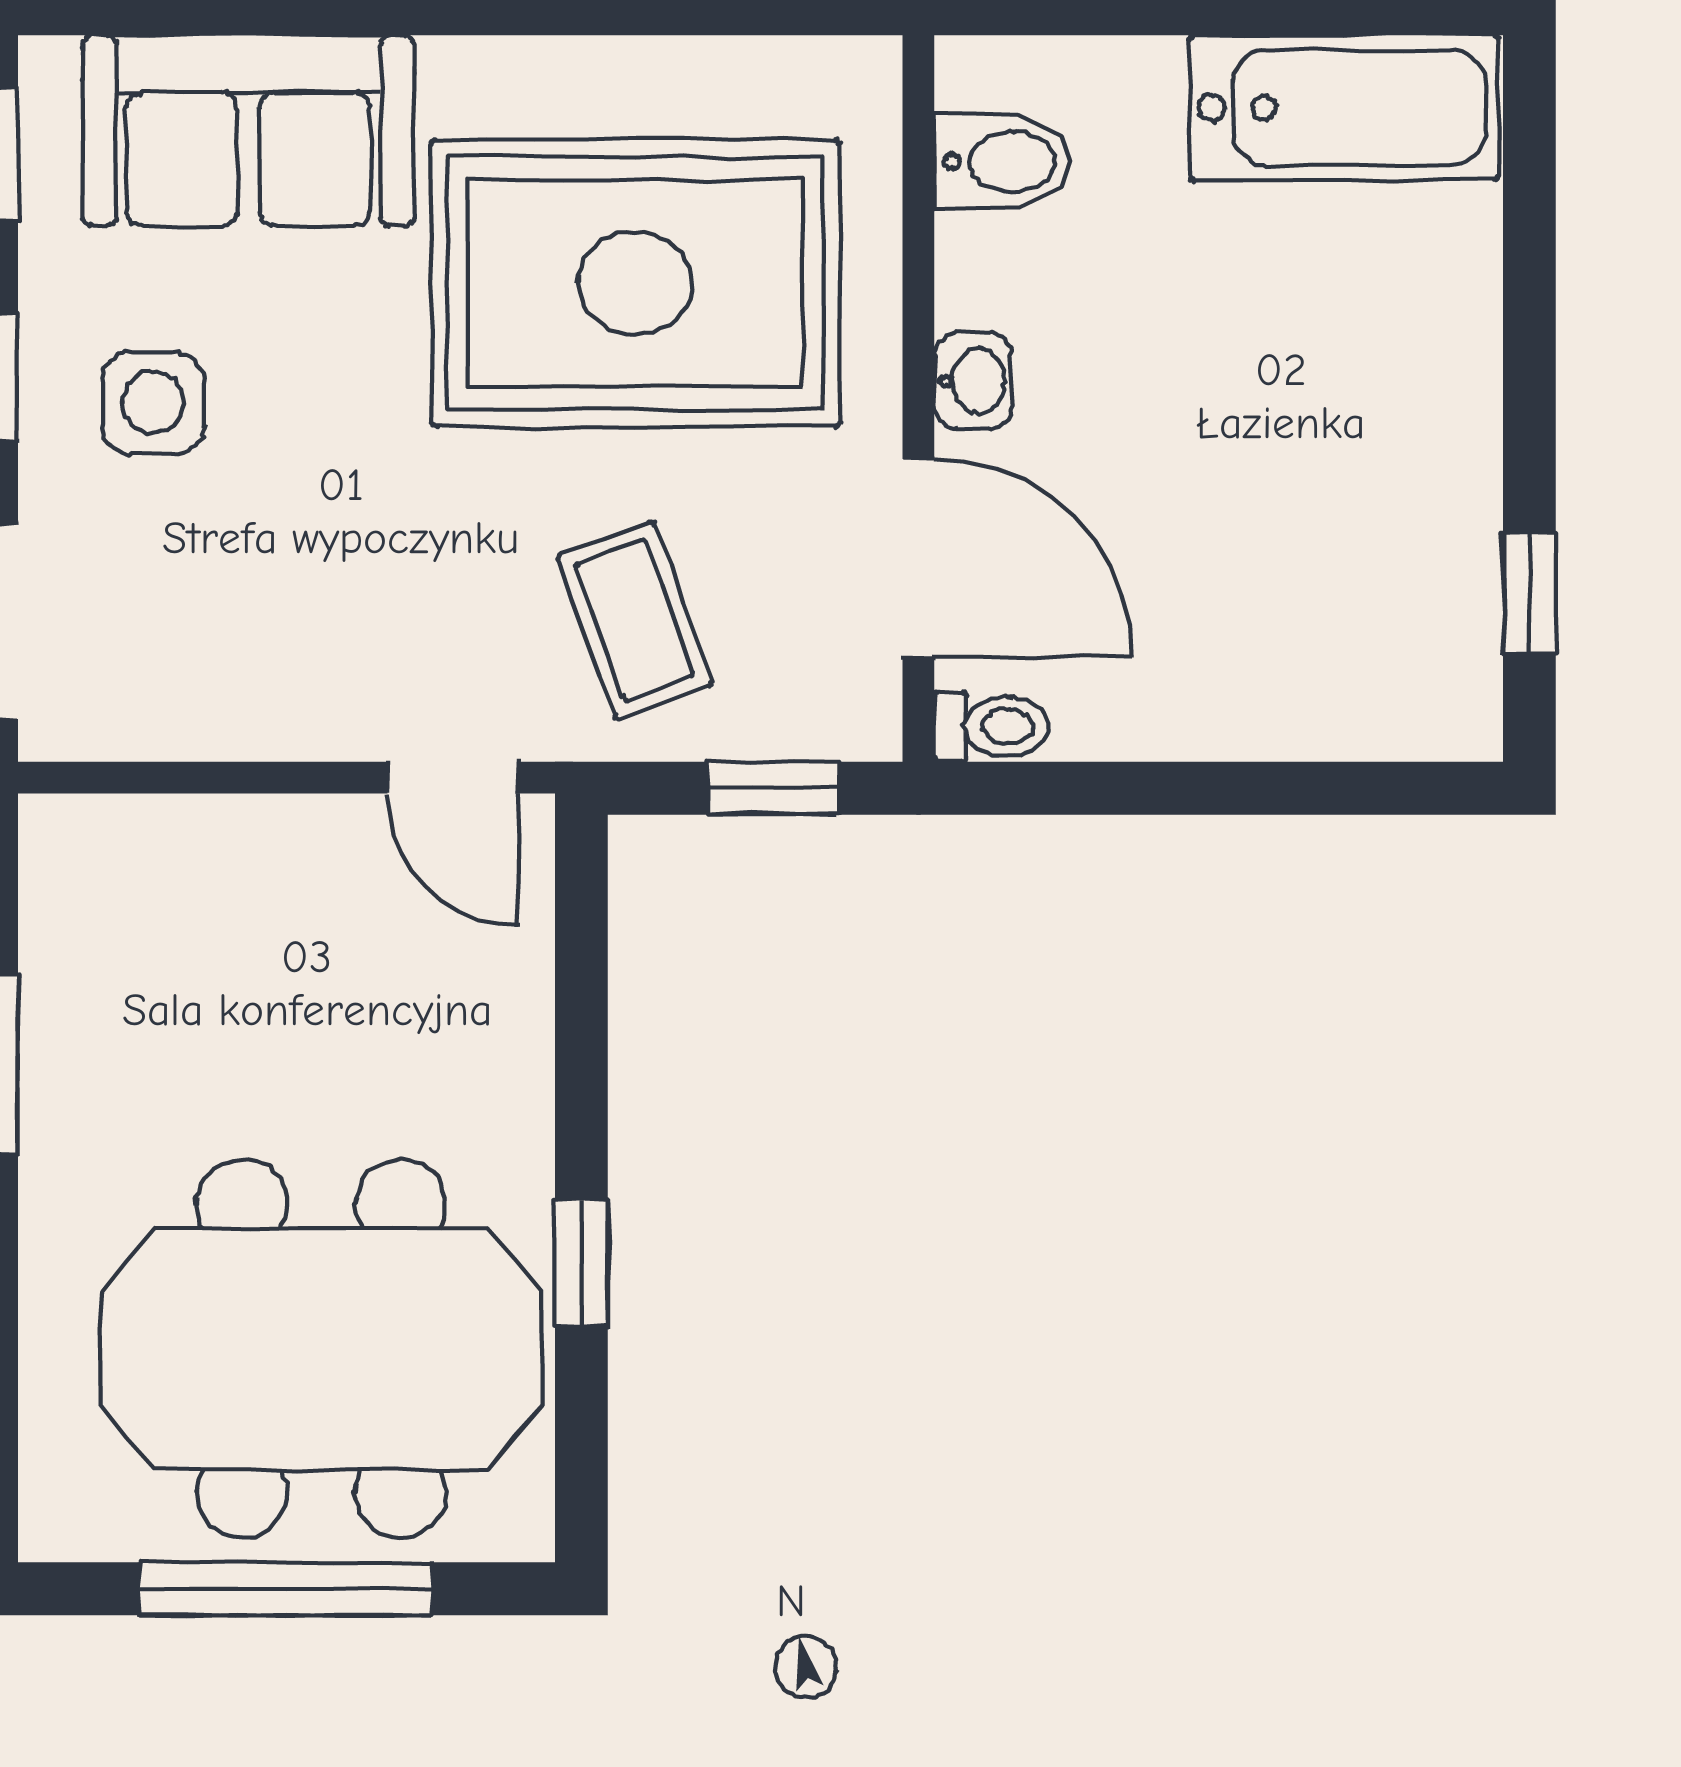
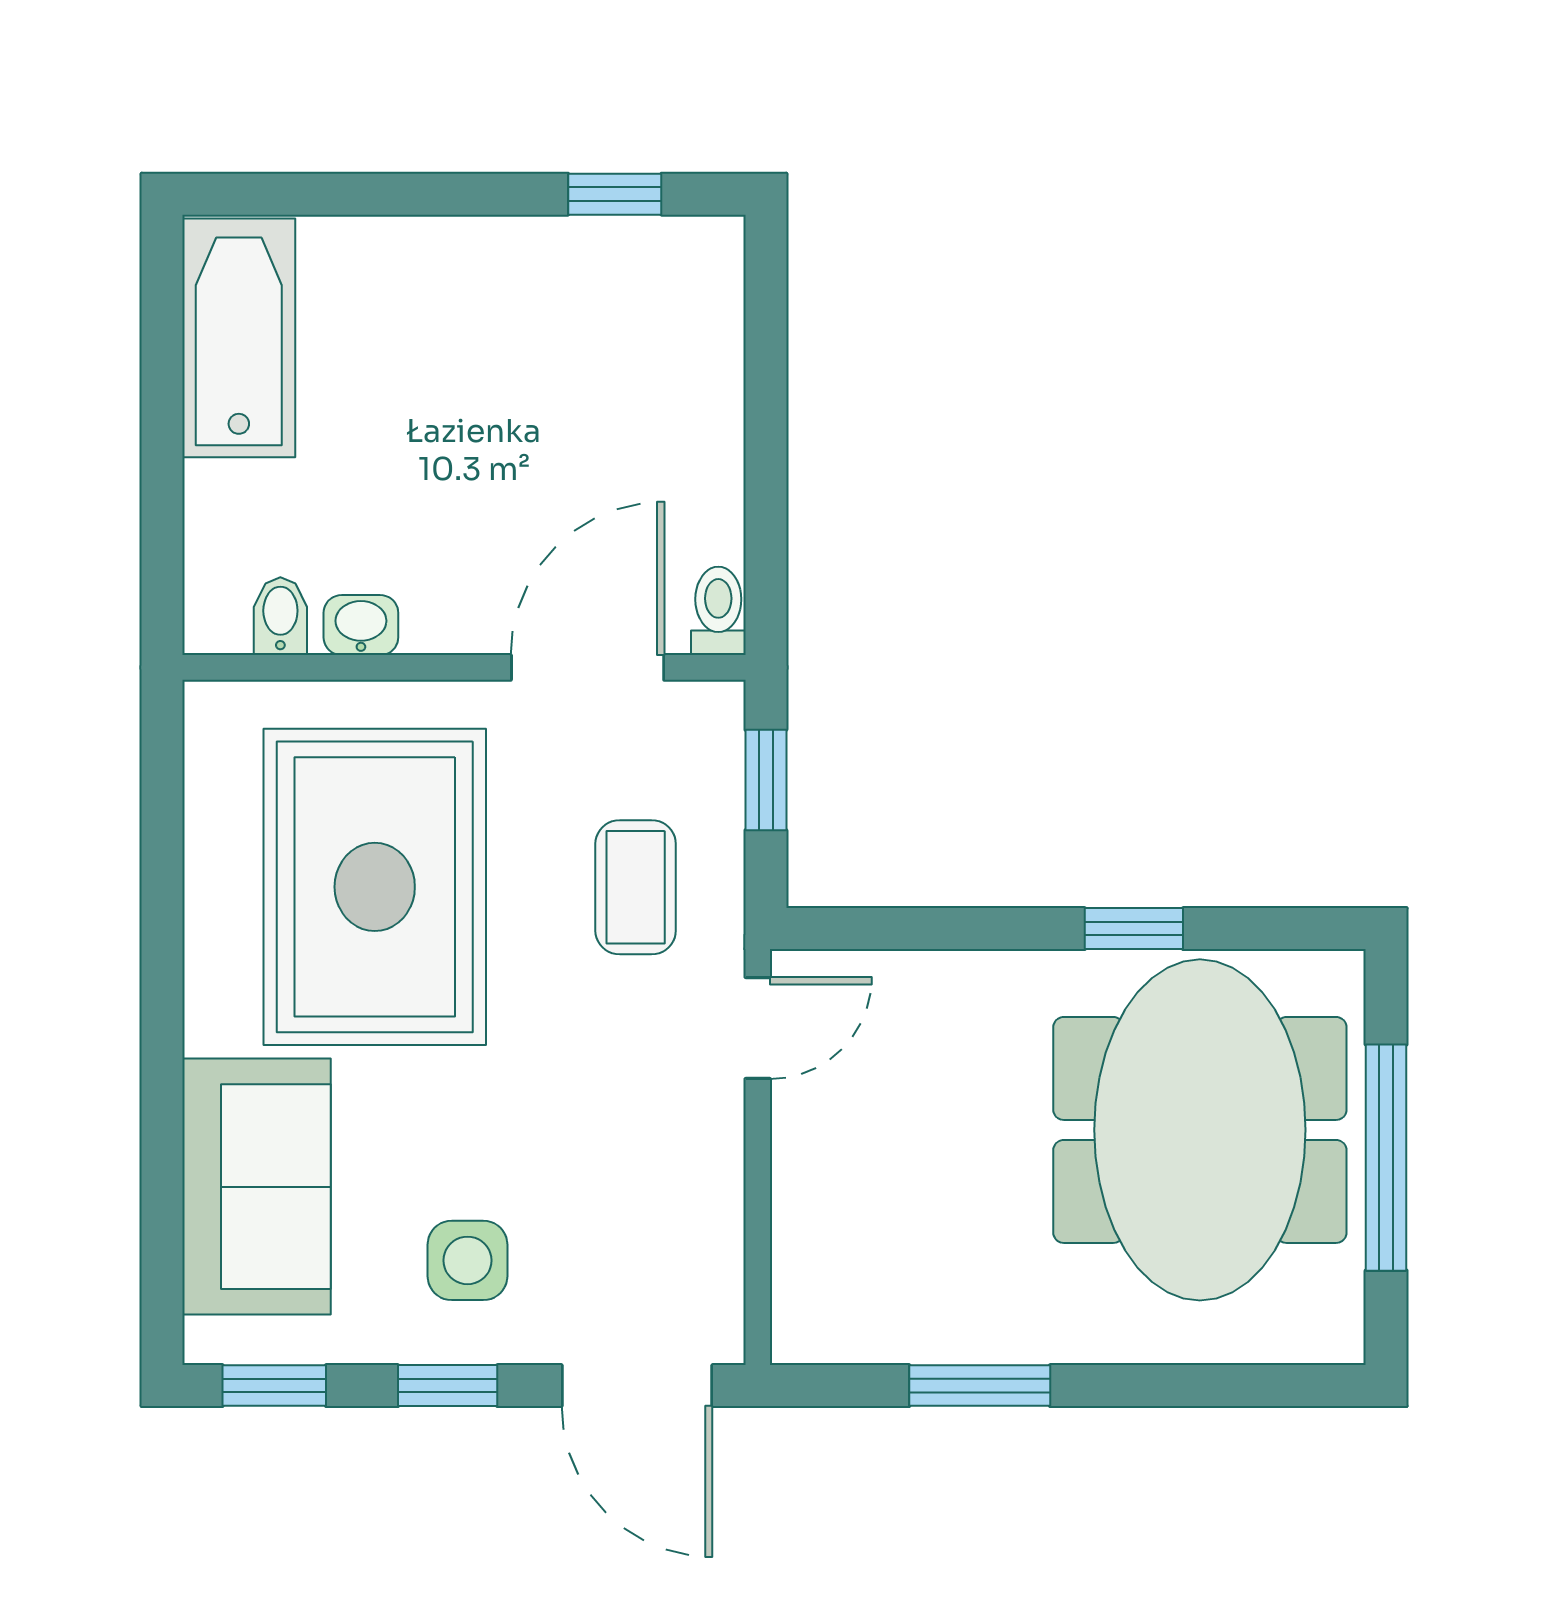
bidet: (1003, 161) -> (280, 616), width x0.72, depth x0.74
washbasin: (973, 381) -> (361, 625), moved
coffee table: (635, 620) -> (636, 887), turned -70

